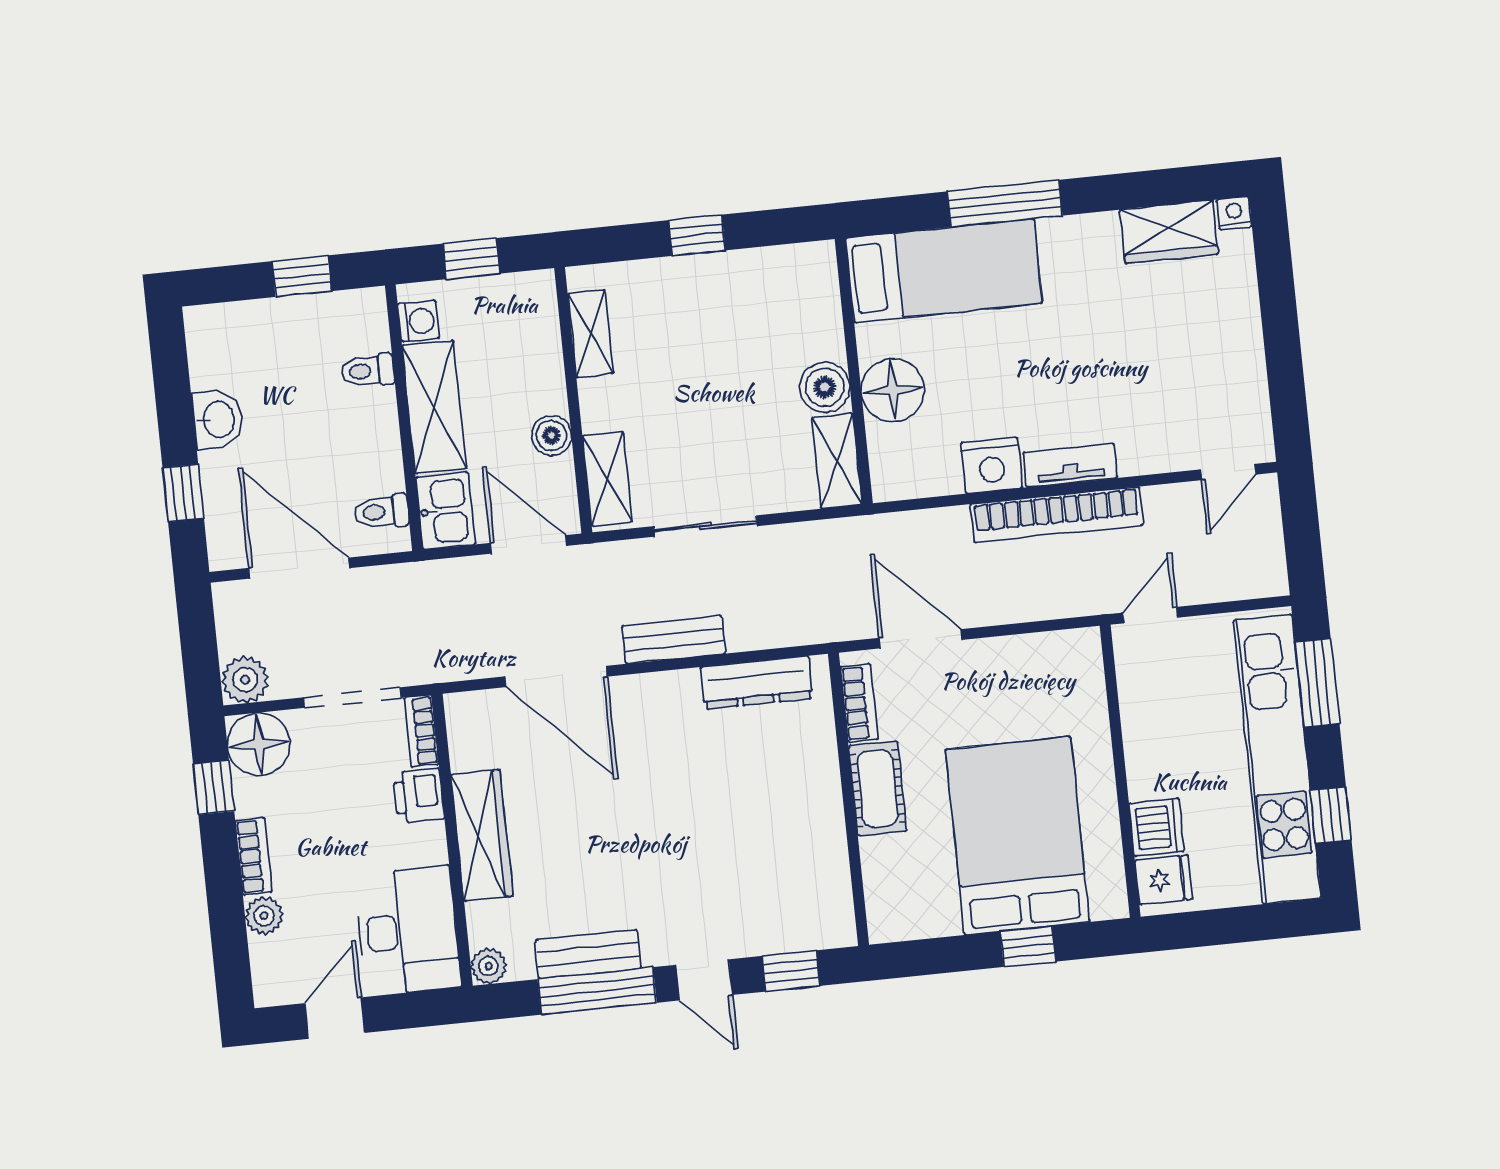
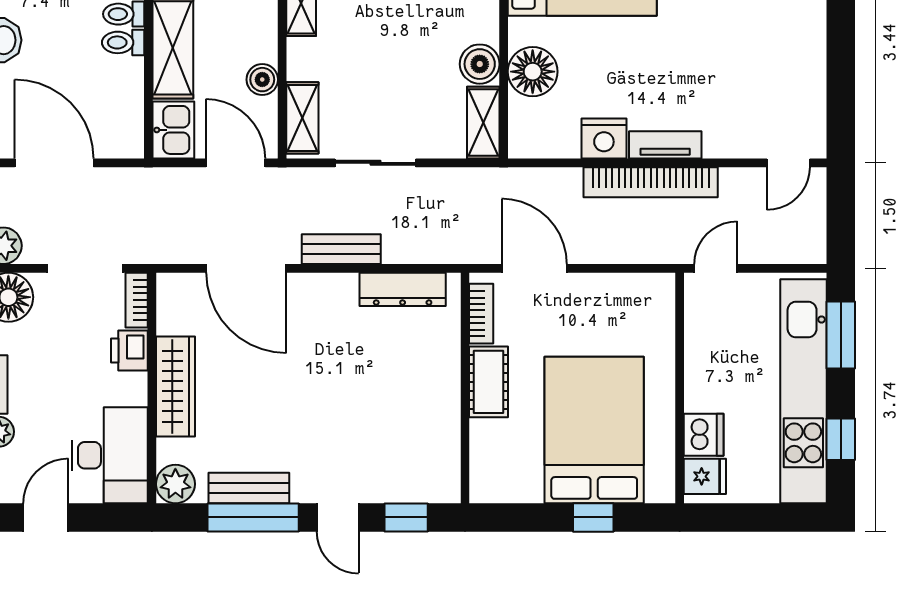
toilet: (381, 512) -> (123, 42), moved
plant: (489, 966) -> (175, 484), width x1.38, depth x1.38

